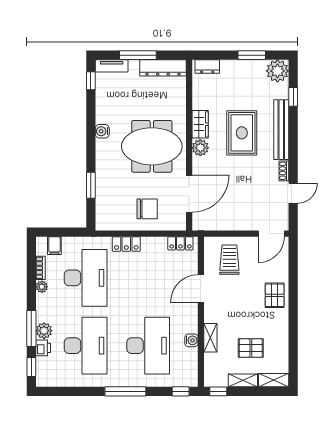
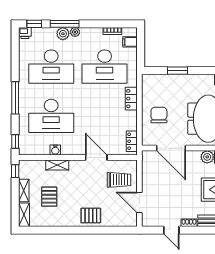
chair: (147, 209) -> (159, 115), turned 180
door: (271, 234) -> (139, 202), moved
plant: (42, 287) -> (75, 32), moved
printer: (43, 348) -> (25, 33), moved

